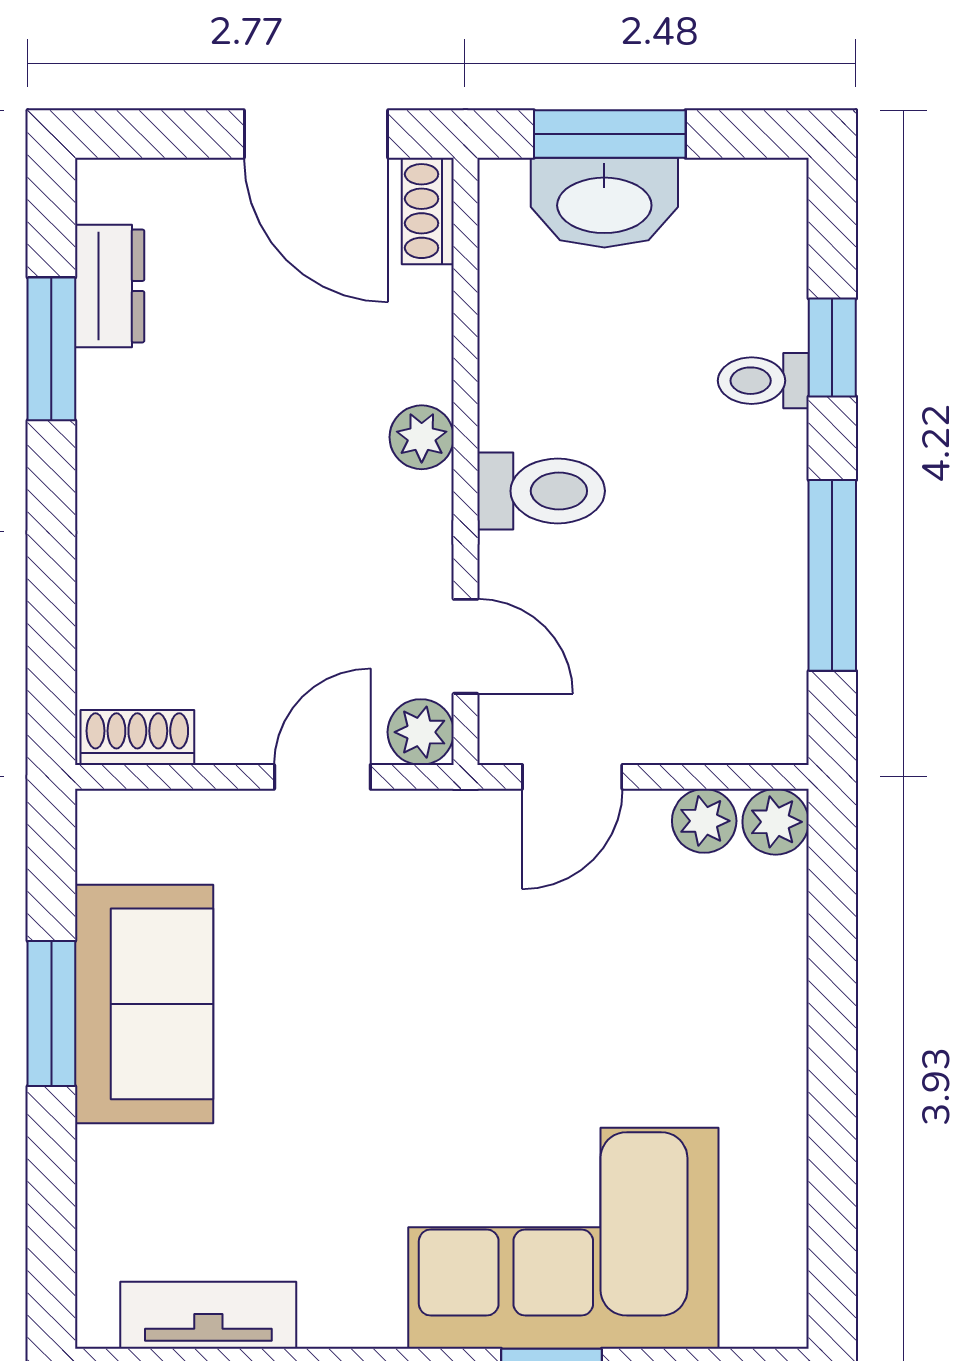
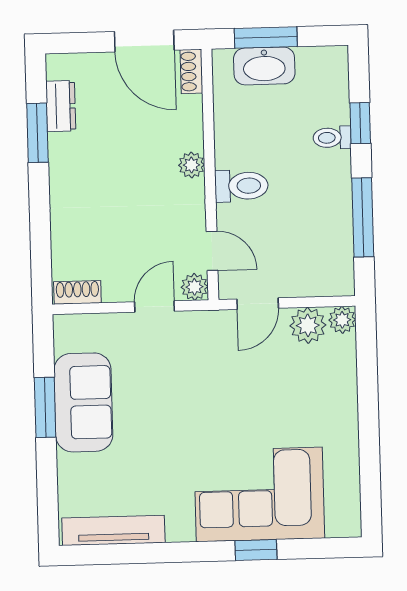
plant: (704, 821) -> (308, 325), width x1.38, depth x1.38
tv unit: (208, 1315) -> (113, 530), width x1.41

